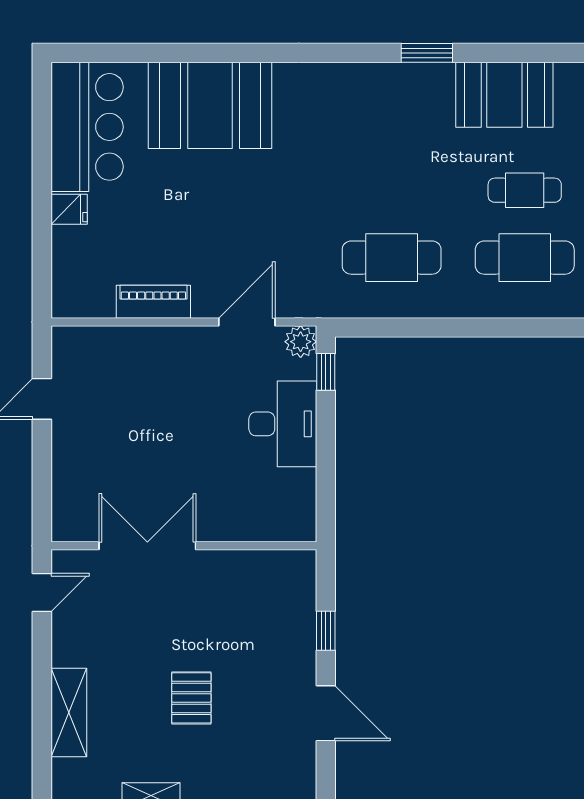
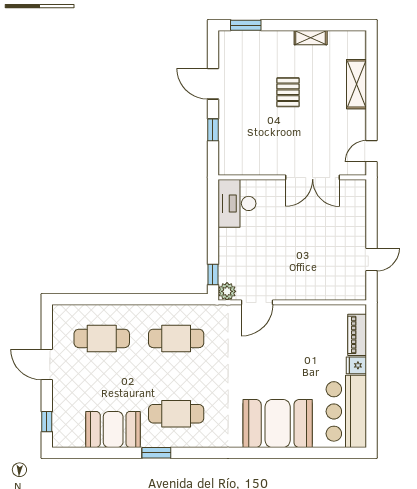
cafe table: (525, 190) -> (176, 414), moved, width x1.37, depth x1.35
piano: (153, 302) -> (357, 335), moved, turned 90
desk: (283, 424) -> (237, 203), moved

